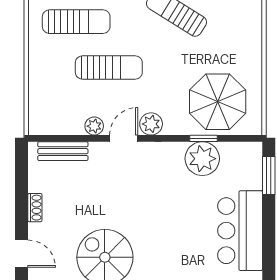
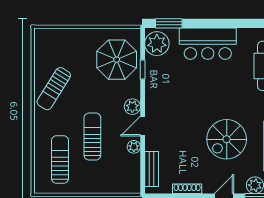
door: (124, 138) -> (143, 126), hinge flipped
plant: (202, 159) -> (157, 44), moved
shoe rack: (35, 208) -> (187, 189), width x1.43

